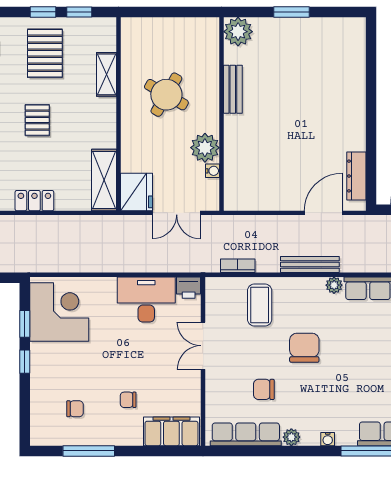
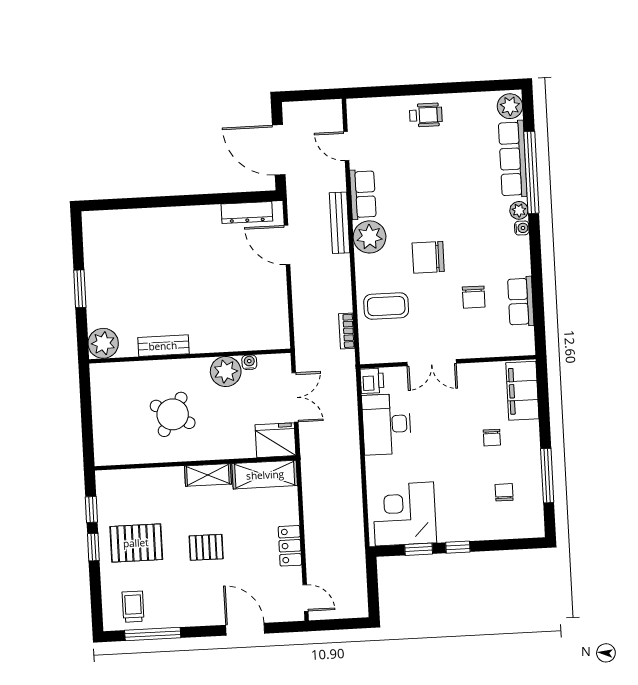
shelving: (107, 74) -> (208, 475), moved
bench: (310, 264) -> (340, 223), moved
plant: (334, 285) -> (370, 237), width x1.88, depth x1.88
row of seats: (246, 434) -> (521, 301), width x0.68
plant: (291, 437) -> (519, 210), moved

